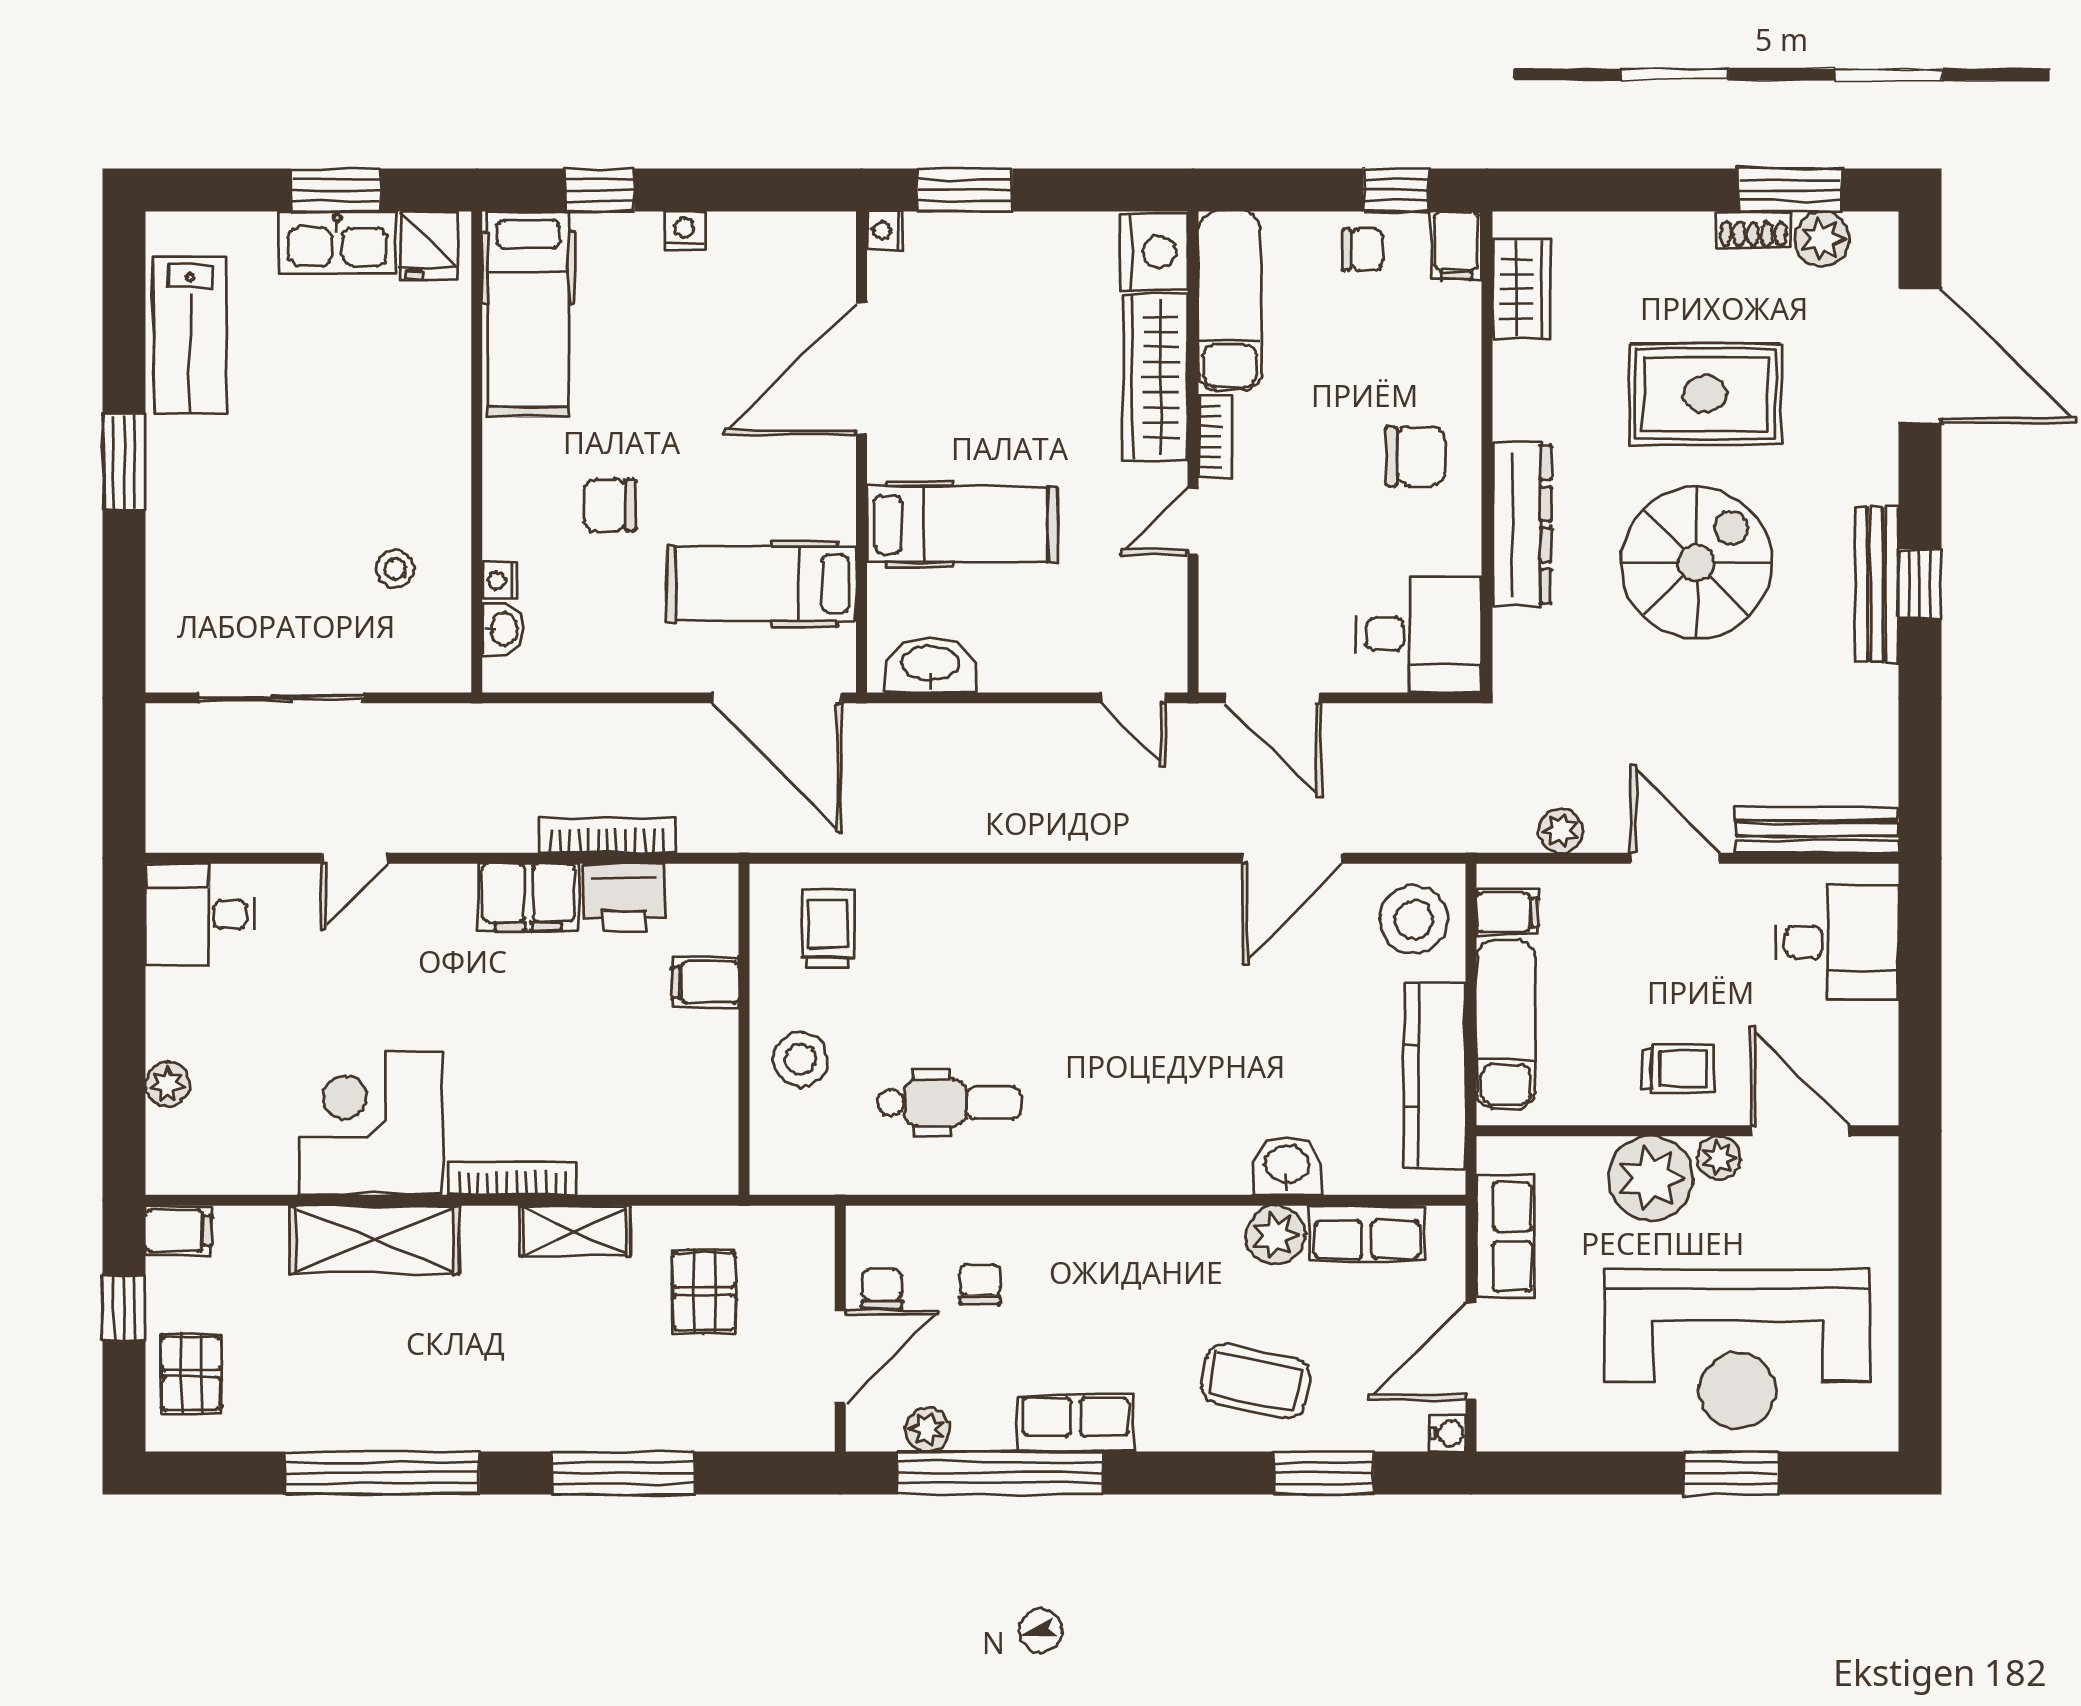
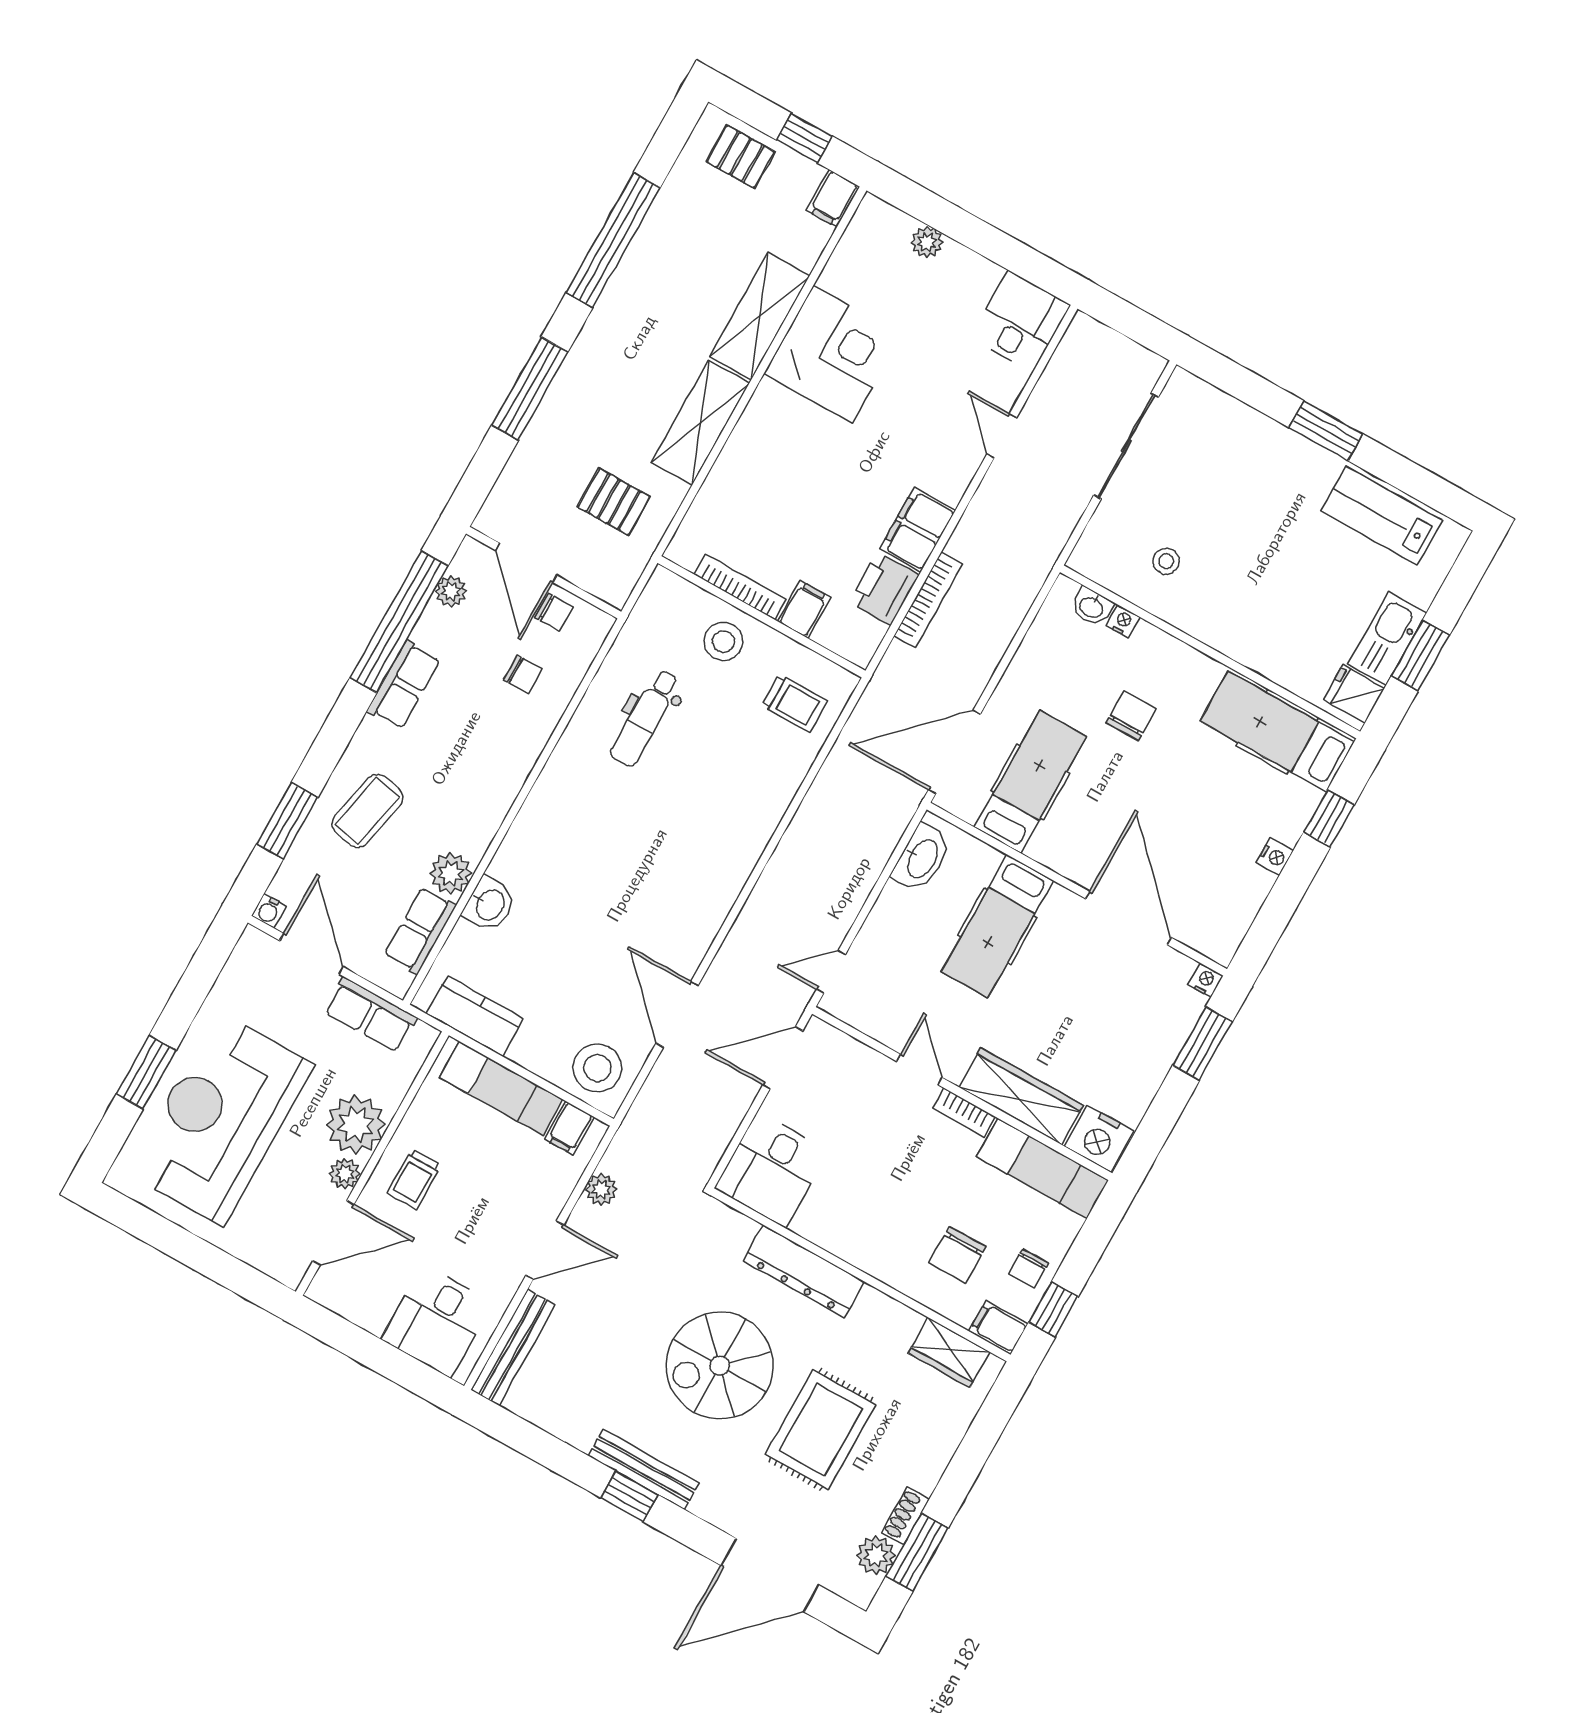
chair: (1415, 456) -> (957, 1255), moved
spiral stairs: (1696, 563) -> (720, 1366), turned 90
kitchen counter: (1435, 1075) -> (475, 1016), width x0.67
bookcase: (512, 1178) -> (740, 587), moved, turned -90
shelving: (575, 1231) -> (700, 423), width x1.50, depth x1.33

